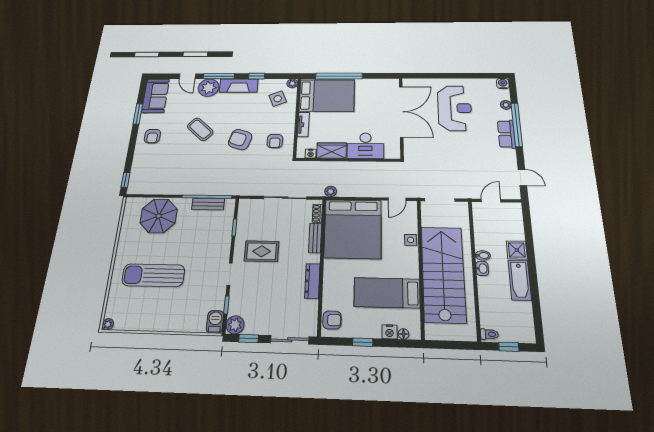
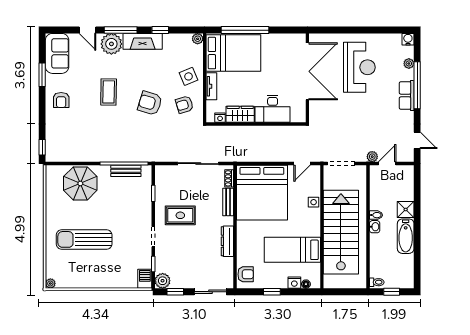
side table: (278, 99) -> (189, 76), moved
coffee table: (200, 129) -> (109, 92), turned 49
armchair: (275, 141) -> (184, 105), turned 73
plant: (331, 191) -> (372, 157), moved

